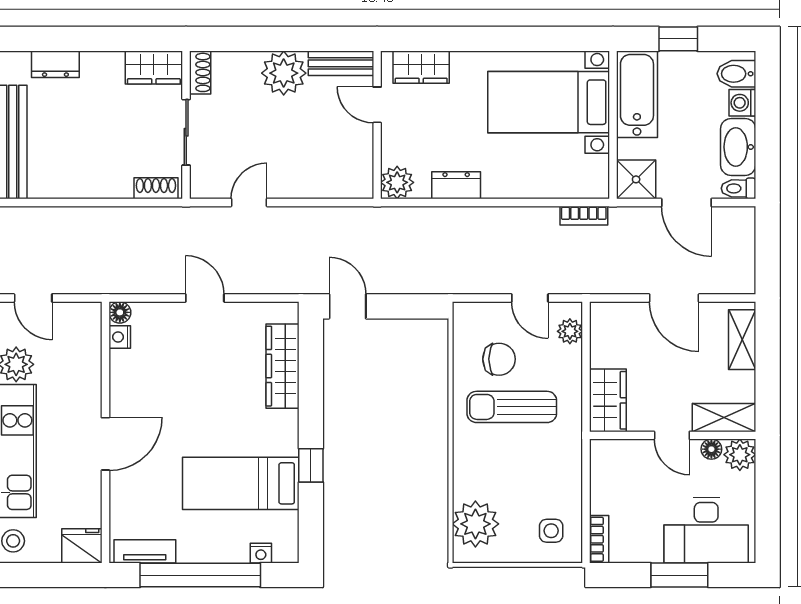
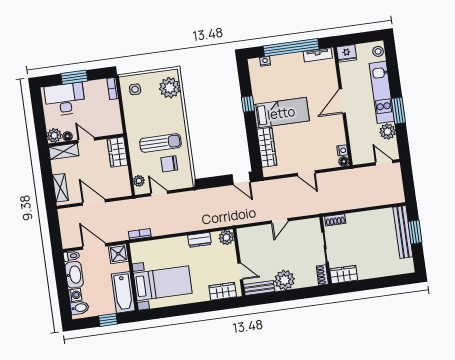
dresser: (55, 64) -> (388, 270), removed
door: (249, 202) -> (280, 221), moved
bed: (241, 483) -> (281, 113), moved

